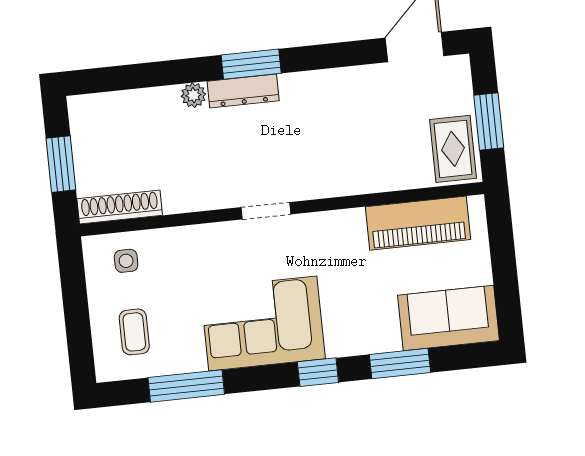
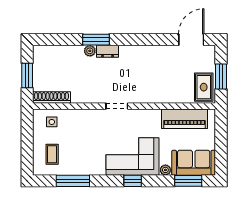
window: (251, 64) -> (96, 40), moved
dresser: (243, 91) -> (108, 51), width x0.70
corner sofa: (263, 323) -> (132, 156), moved
plant: (388, 340) -> (165, 170), added
window: (400, 363) -> (188, 181), moved

